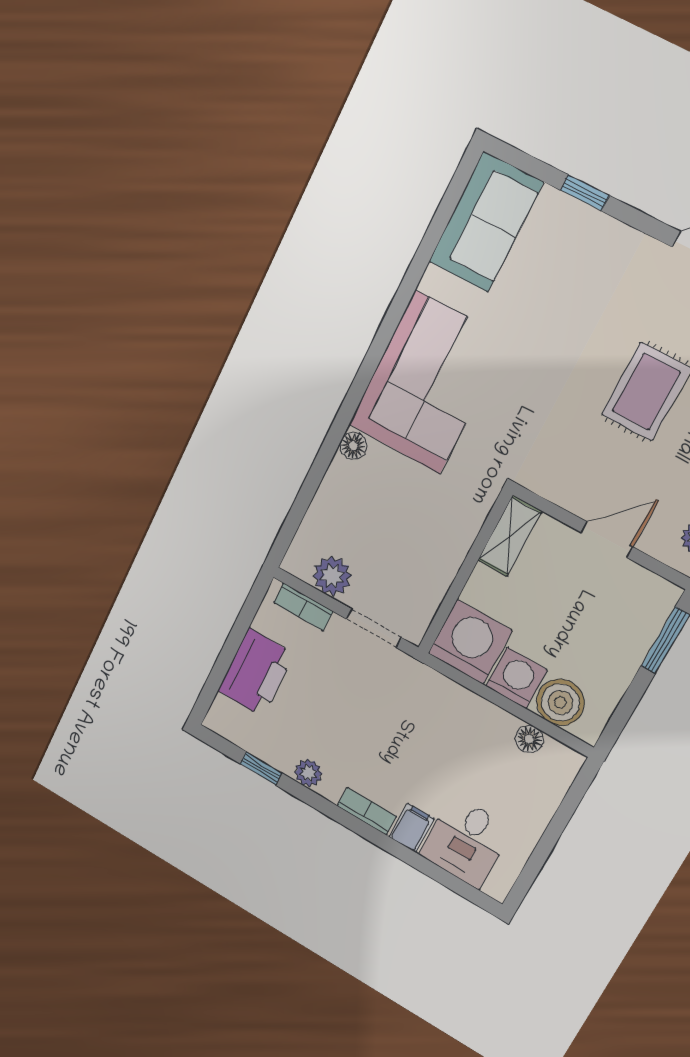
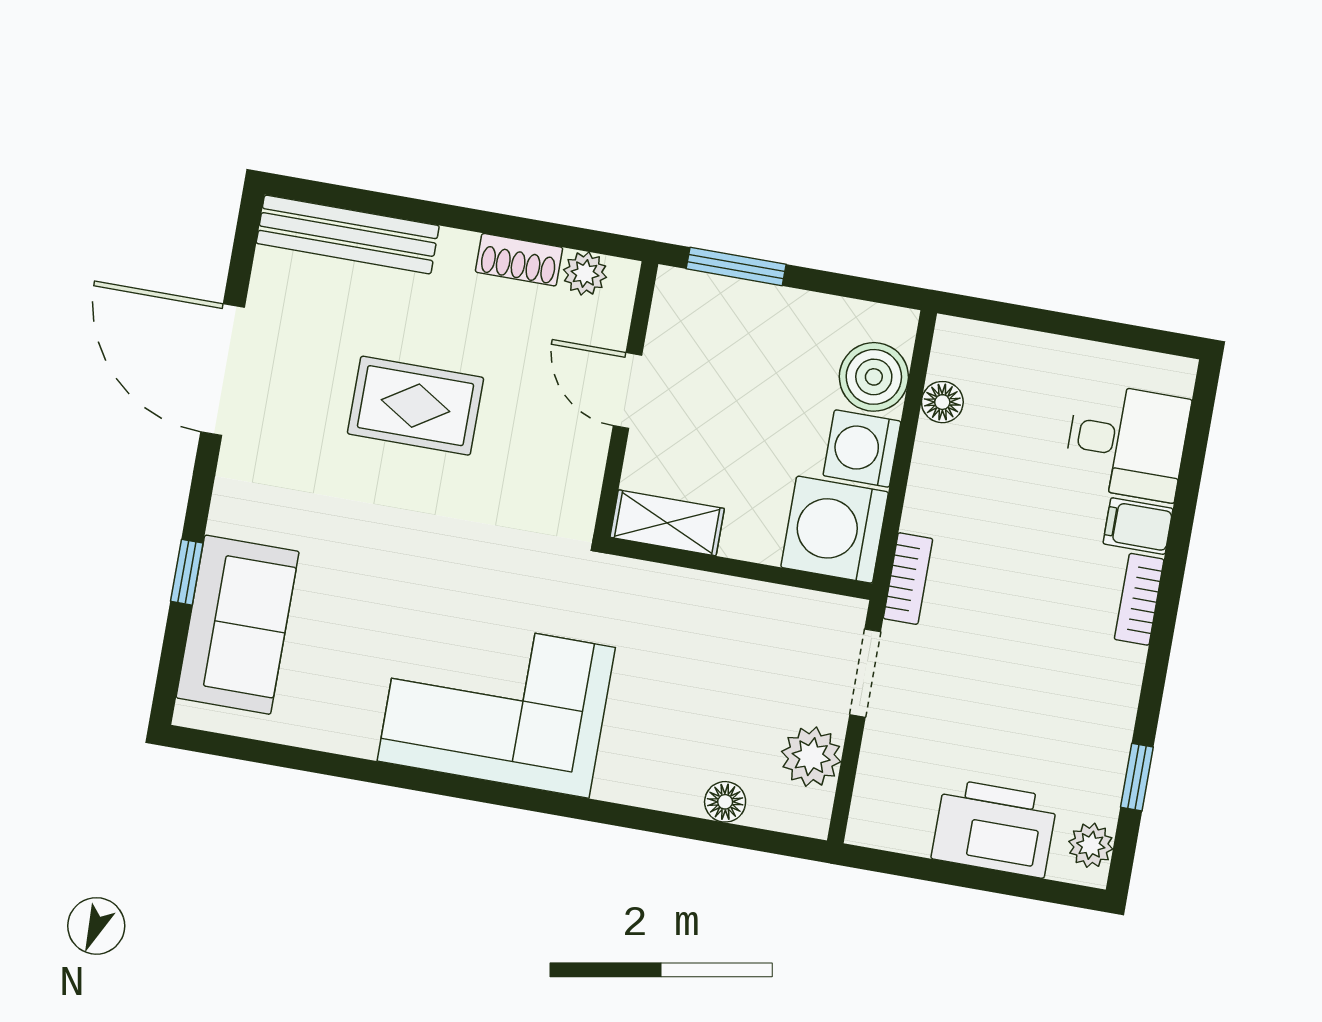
sofa: (486, 222) -> (238, 625), moved, turned 90
floor lamp: (353, 446) -> (725, 802), moved
bookcase: (303, 607) -> (908, 579), moved
plant: (308, 773) -> (1091, 845), moved

